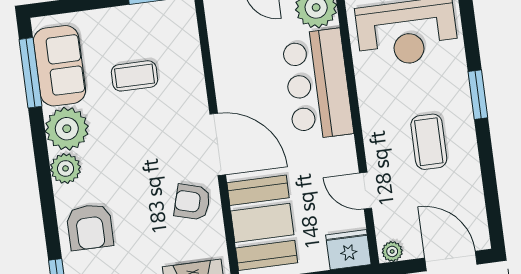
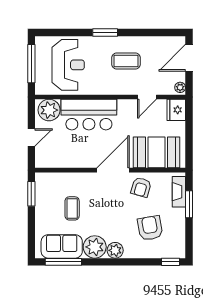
armchair: (90, 227) -> (150, 228), moved, turned -100

